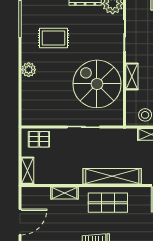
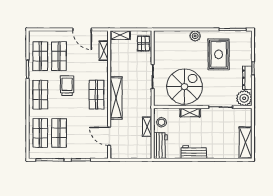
rug: (54, 38) -> (219, 54), width x1.36, depth x1.43
shelving: (64, 193) -> (104, 51), moved

